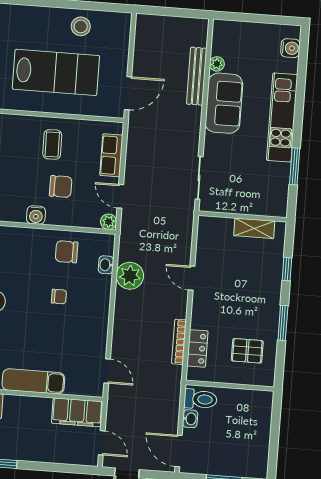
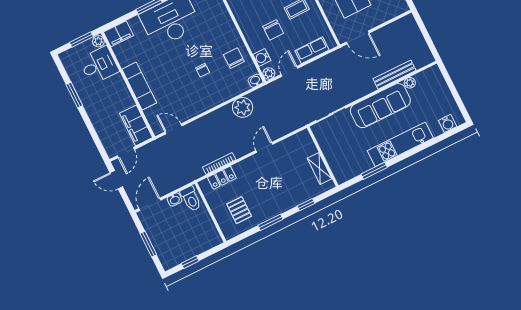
sofa: (224, 103) -> (380, 106), width x1.36
water cooler: (36, 215) -> (262, 57), moved
washbasin: (106, 265) -> (255, 81), moved
door: (107, 371) -> (173, 129), swing flipped
window: (274, 444) -> (190, 262), added

